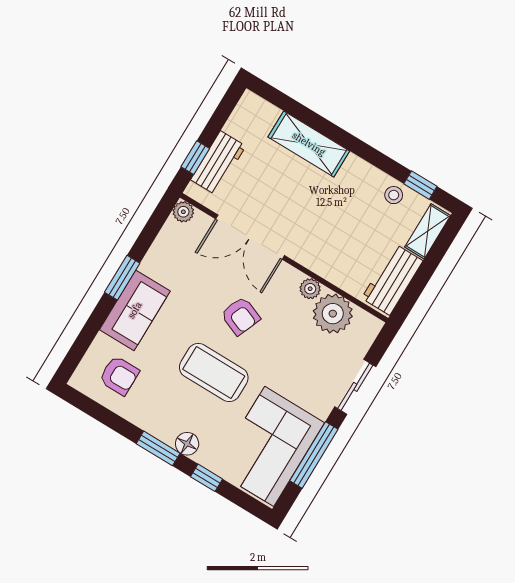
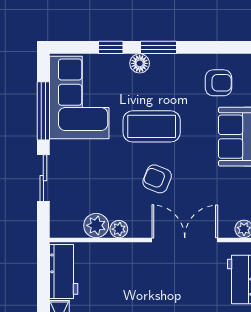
plant: (333, 314) -> (96, 225), width x0.73, depth x0.73
armchair: (119, 376) -> (218, 83), turned 180

